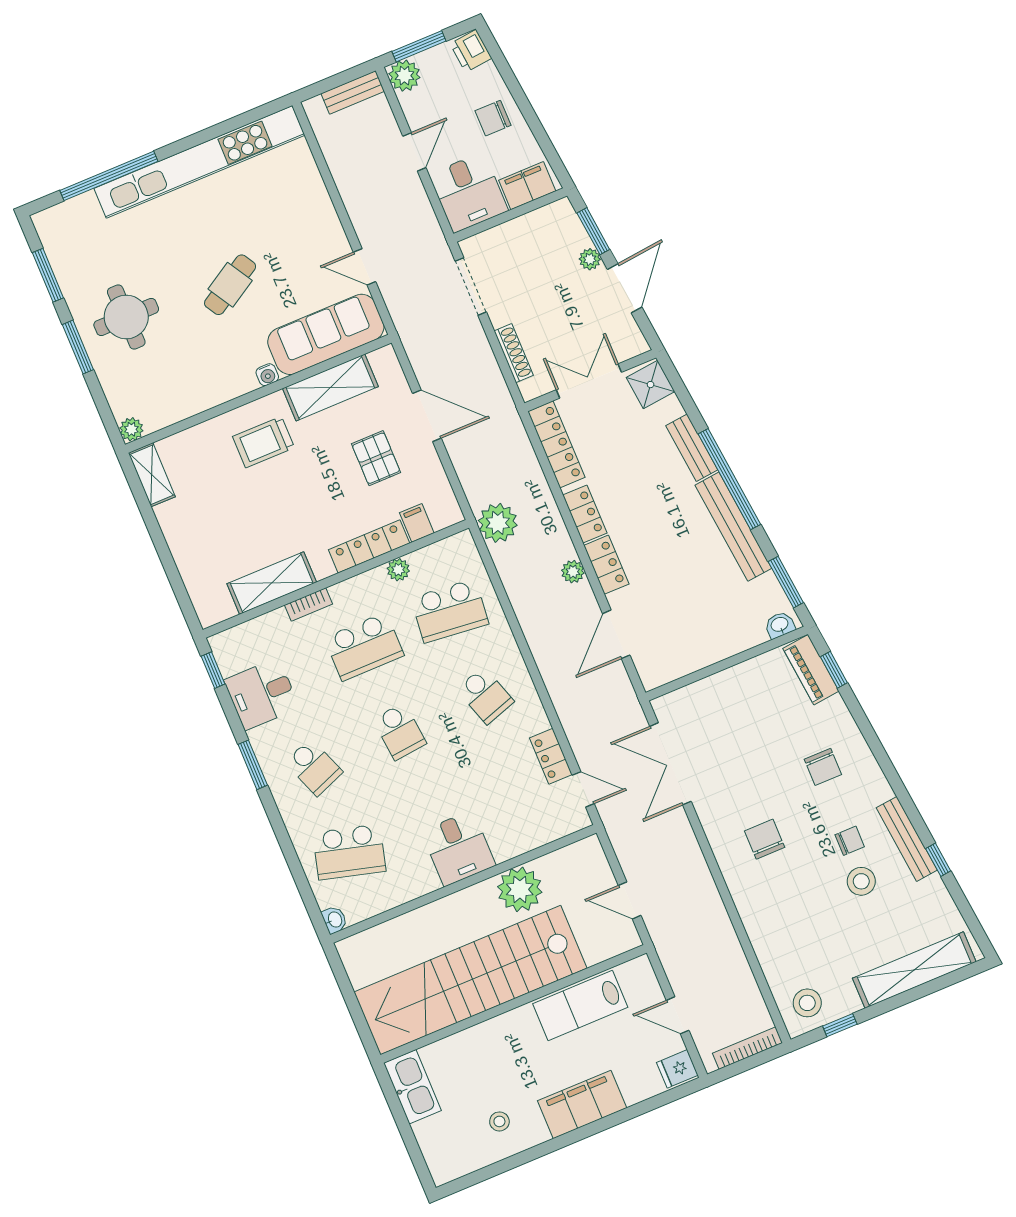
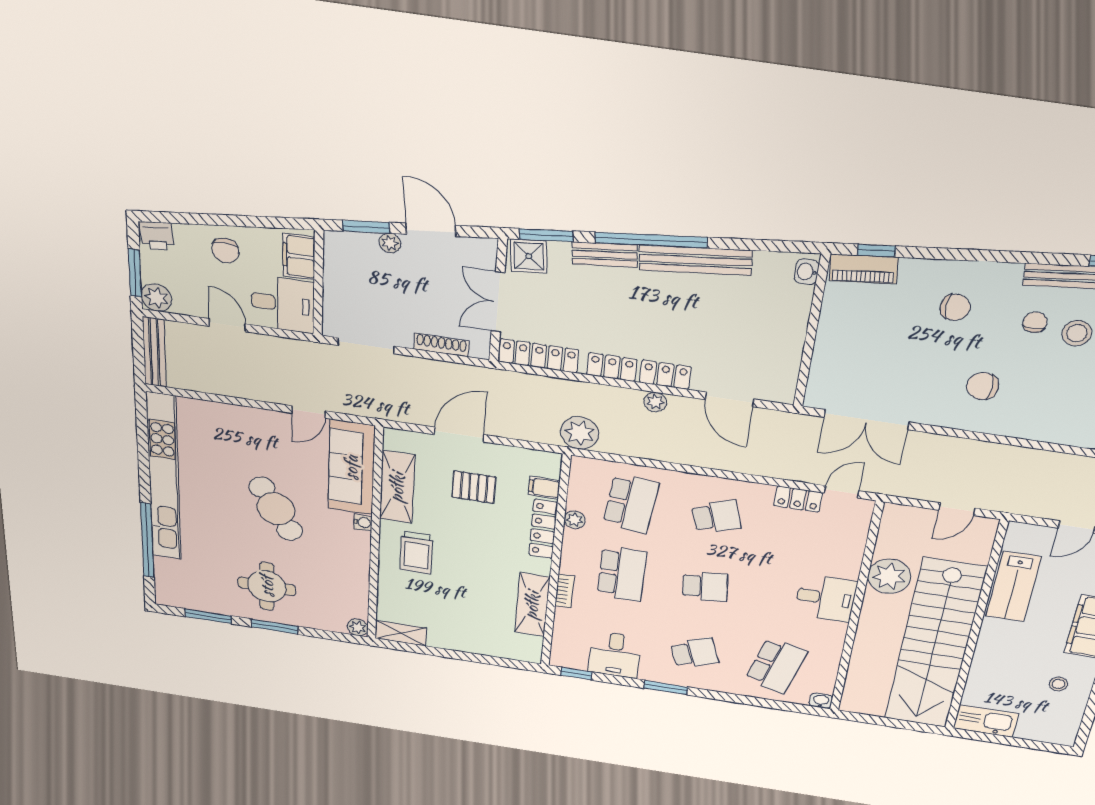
bench: (353, 92) -> (154, 352), width x1.36
cafe table: (230, 285) -> (276, 509), width x1.37, depth x1.35
window: (786, 582) -> (546, 235), moved

